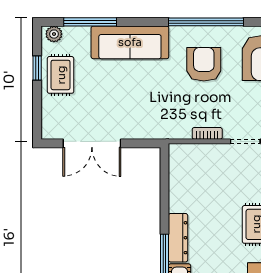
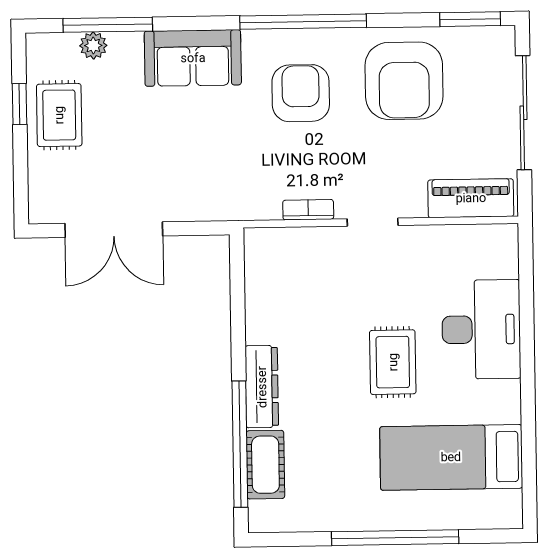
plant: (54, 34) -> (93, 46), moved
sofa: (130, 42) -> (193, 58), width x0.73

